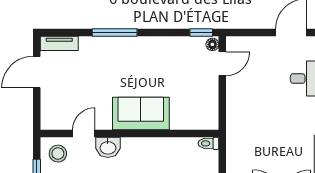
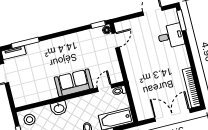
window: (115, 33) -> (25, 43), moved
door: (84, 134) -> (105, 88), moved

